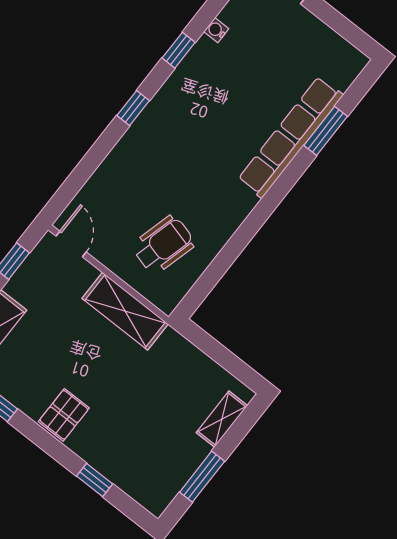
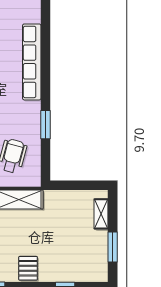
window: (326, 131) -> (45, 125), moved

